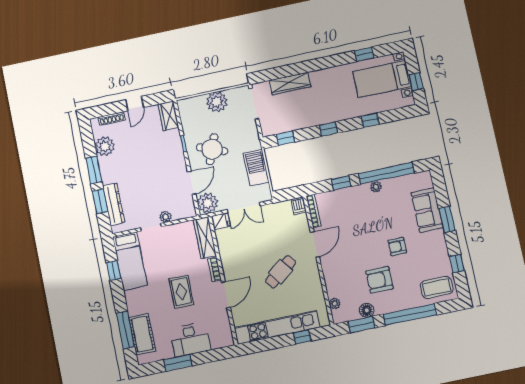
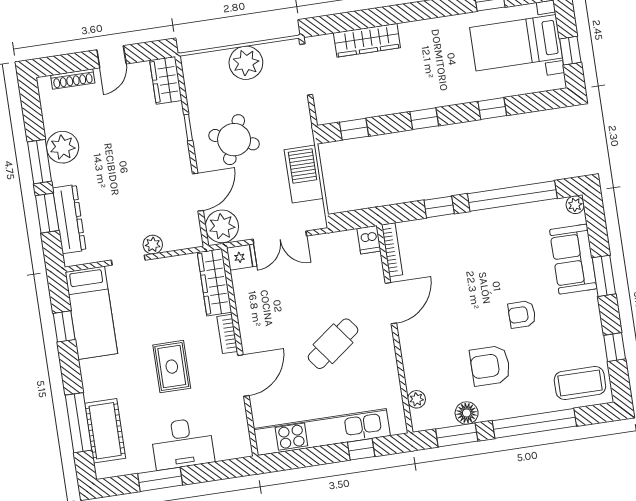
plant: (105, 146) -> (63, 147), moved
plant: (376, 187) -> (575, 205), moved

